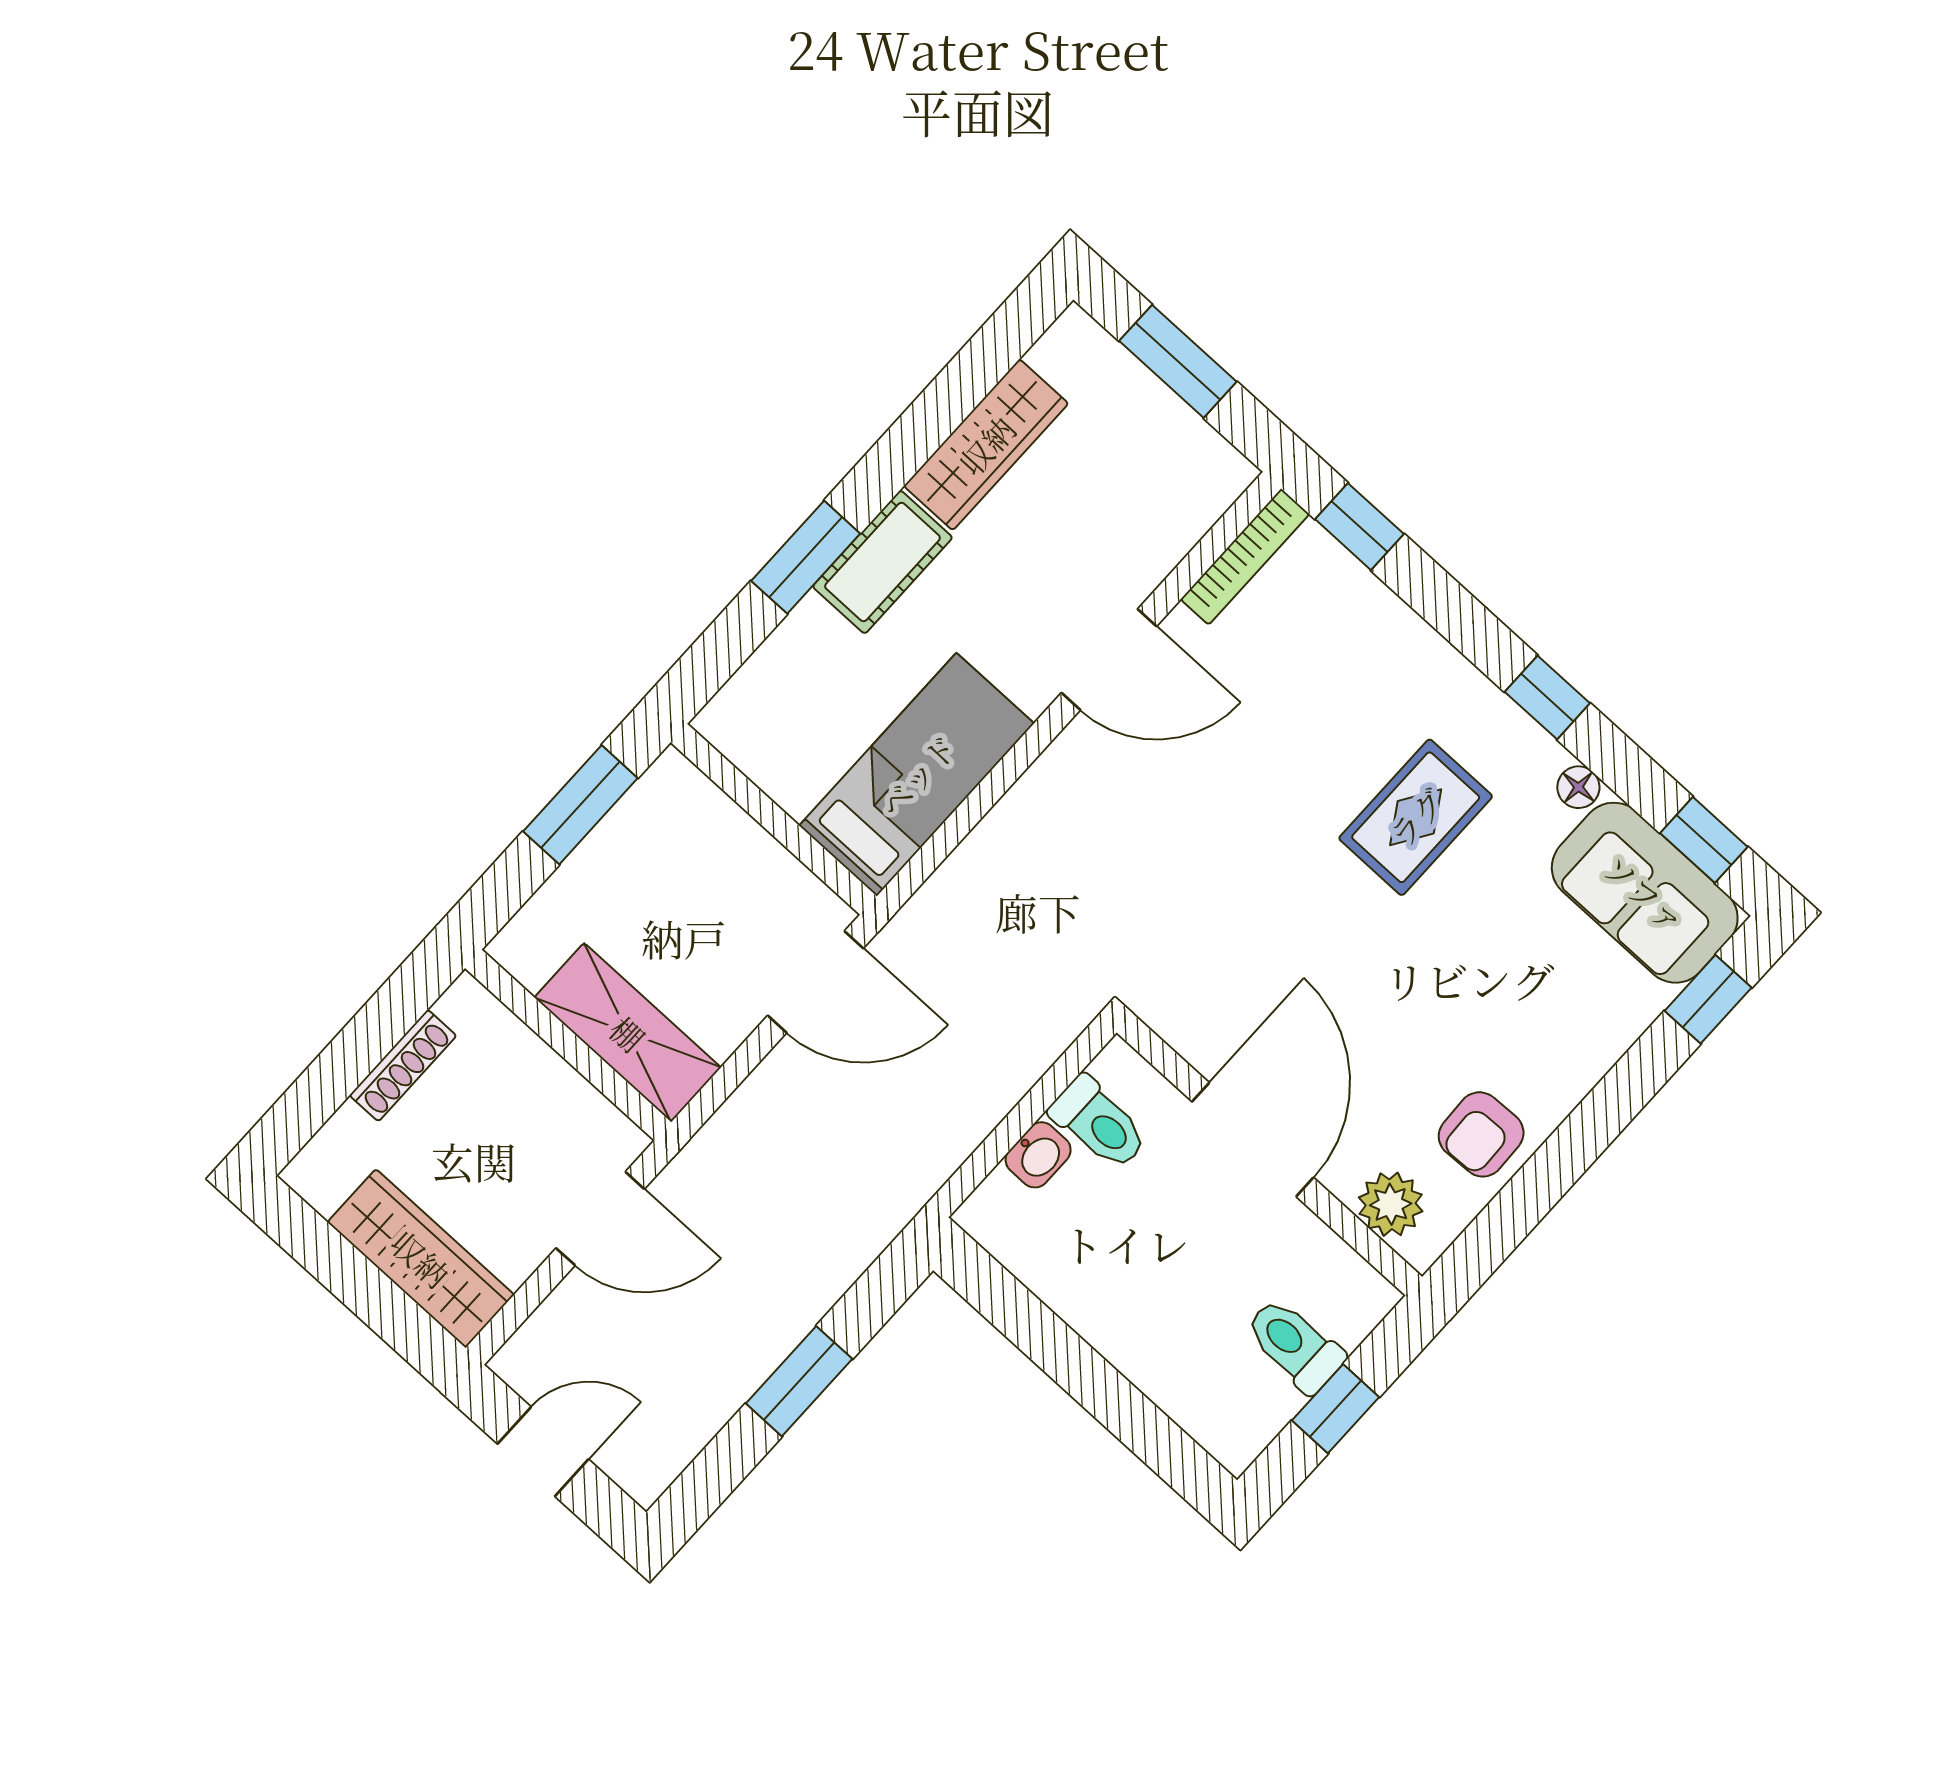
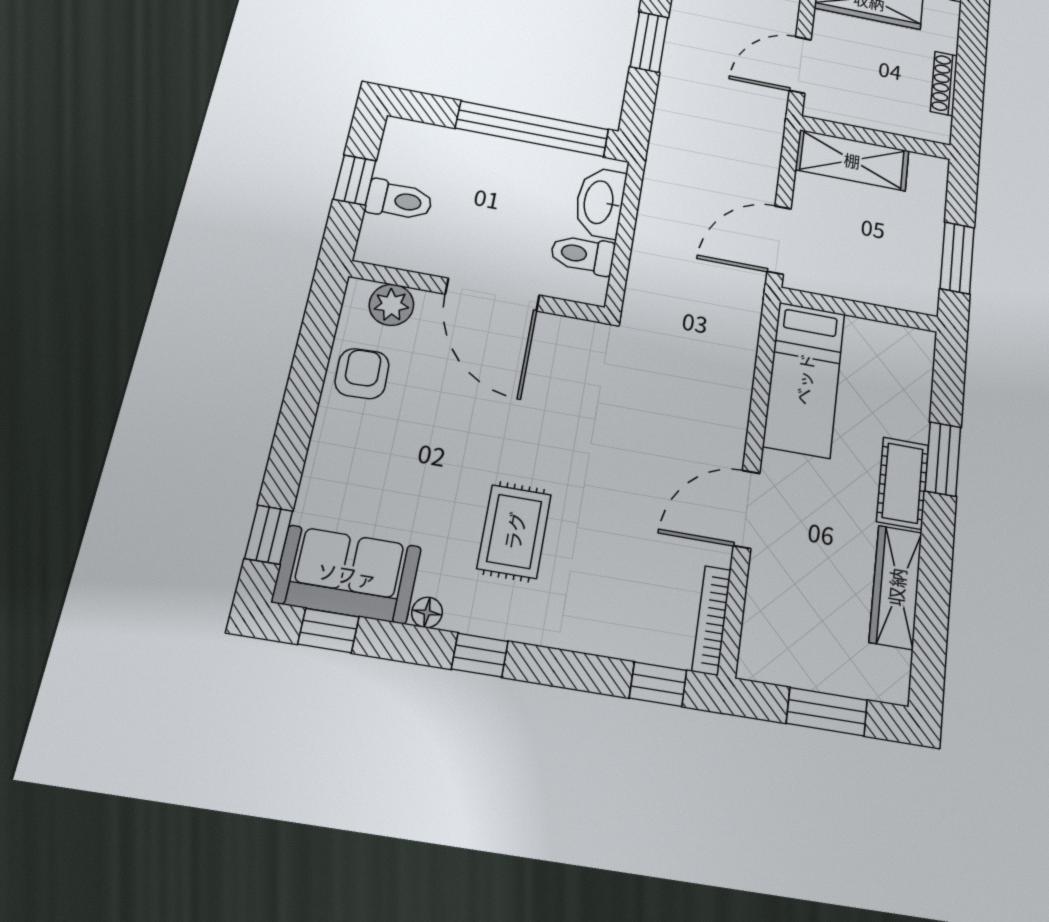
washbasin: (1038, 1155) -> (600, 202), width x1.91, depth x1.45
window: (1051, 1344) -> (532, 129), added

